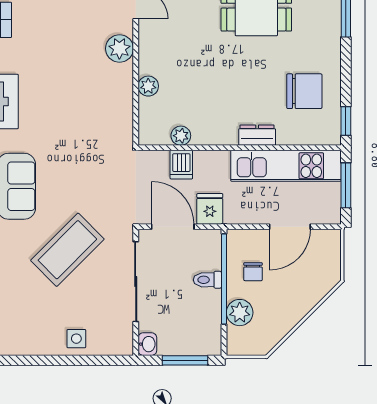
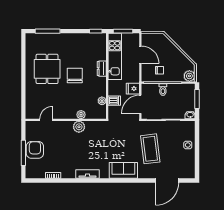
plant: (119, 49) -> (79, 127), moved
chair: (304, 91) -> (75, 75), moved
coffee table: (67, 250) -> (150, 149), turned 38
plant: (240, 313) -> (189, 76), moved

